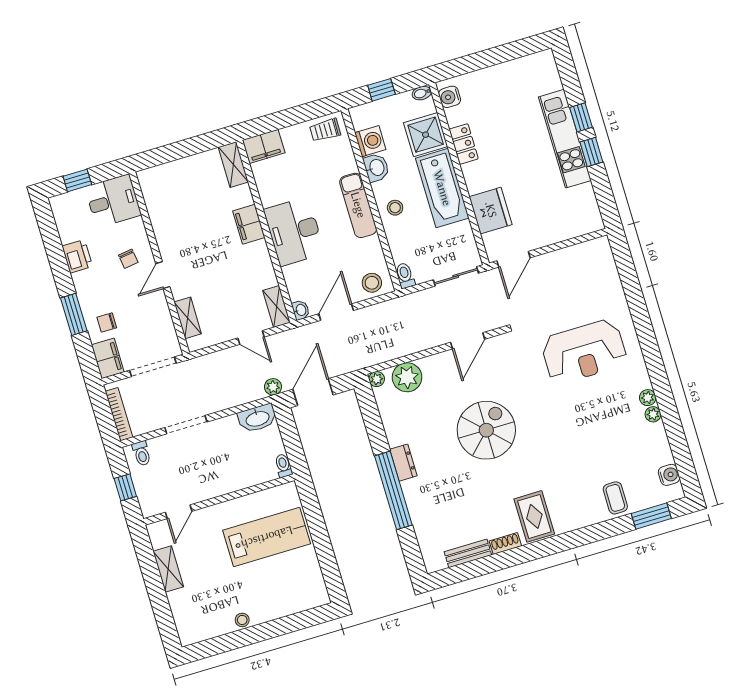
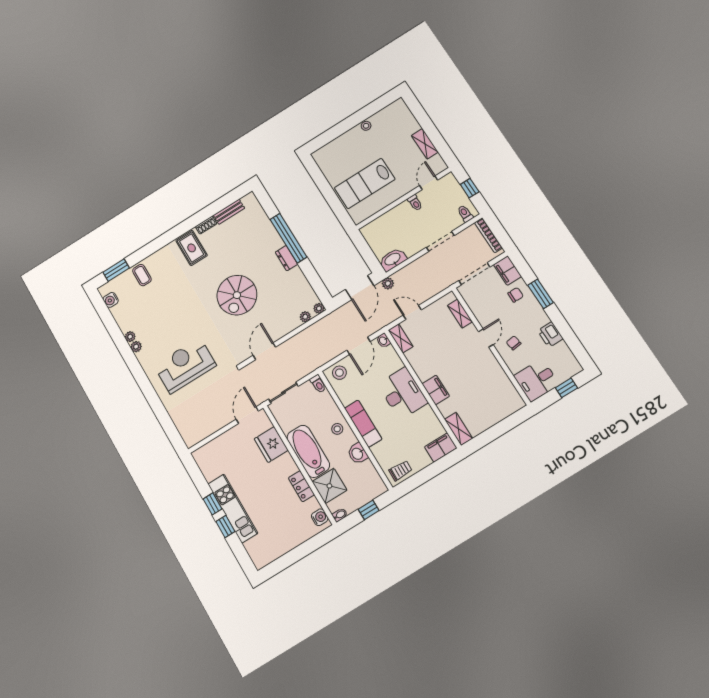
washing machine: (370, 141) -> (367, 471), removed
plant: (407, 377) -> (305, 317), width x0.53, depth x0.53
toilet: (283, 466) -> (415, 203), moved

